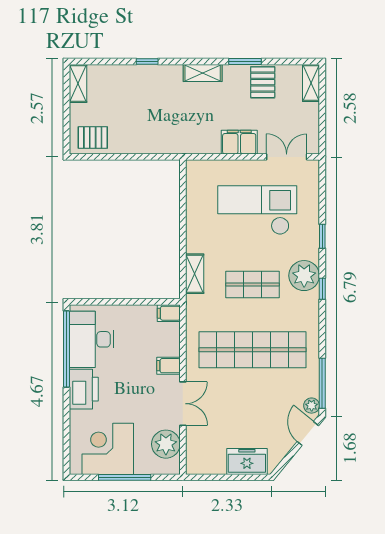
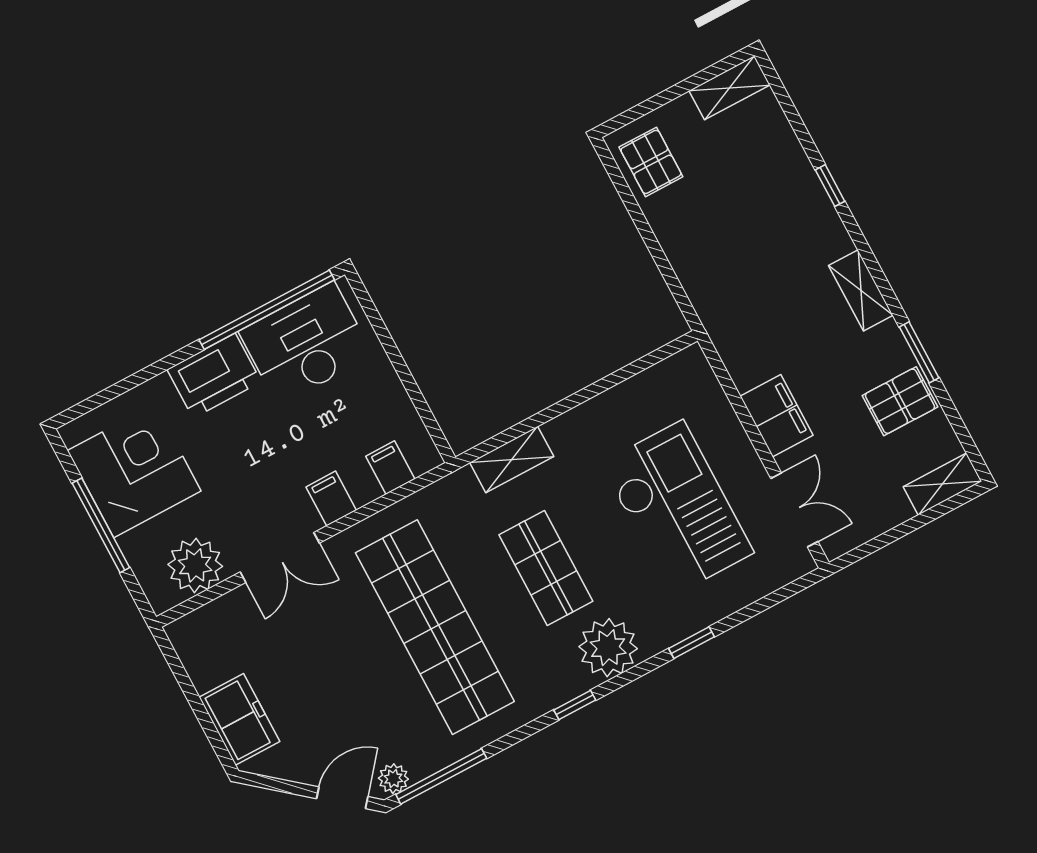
window: (322, 289) -> (575, 705), moved
filing cabinet: (169, 313) -> (390, 468), moved

